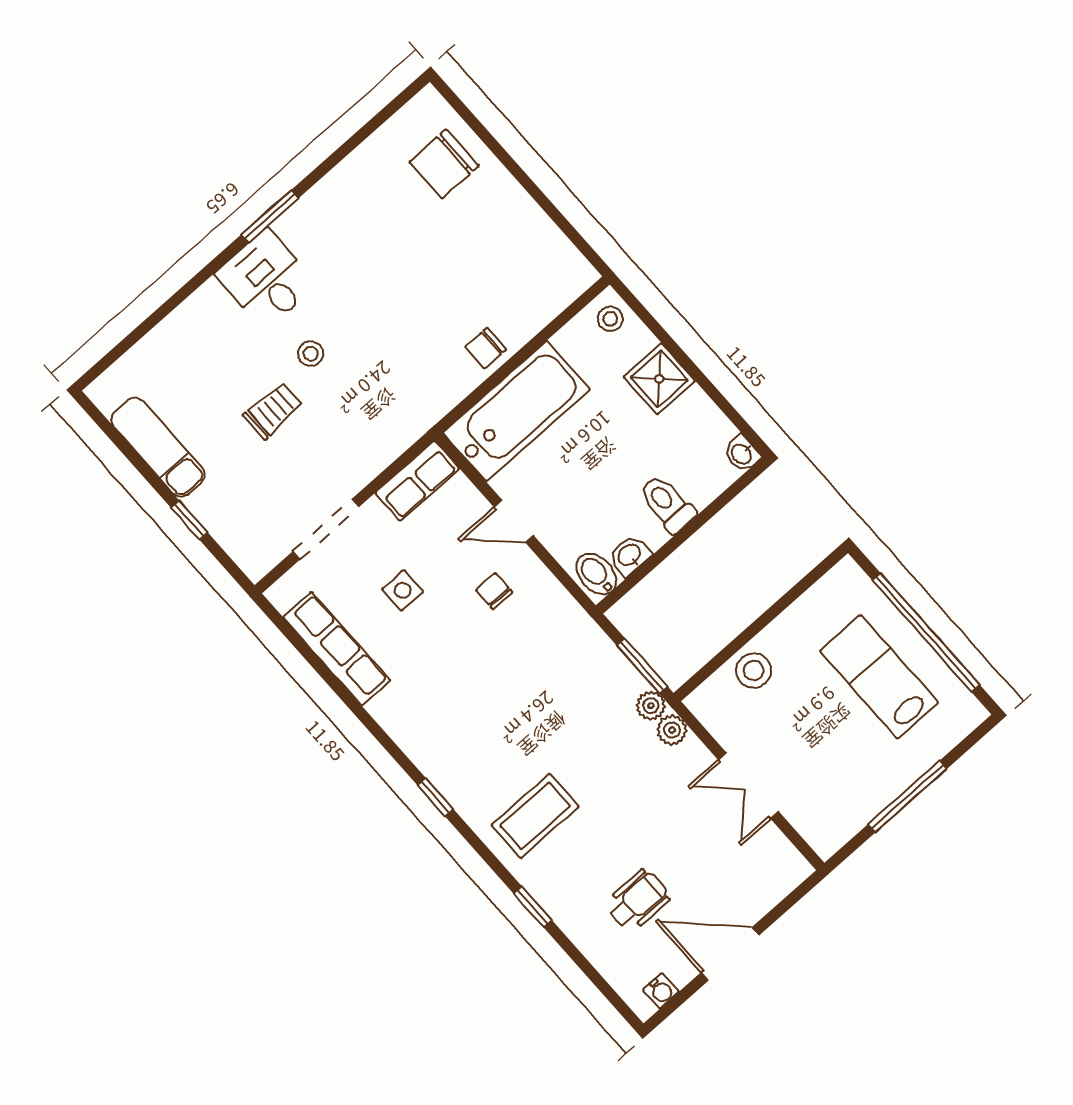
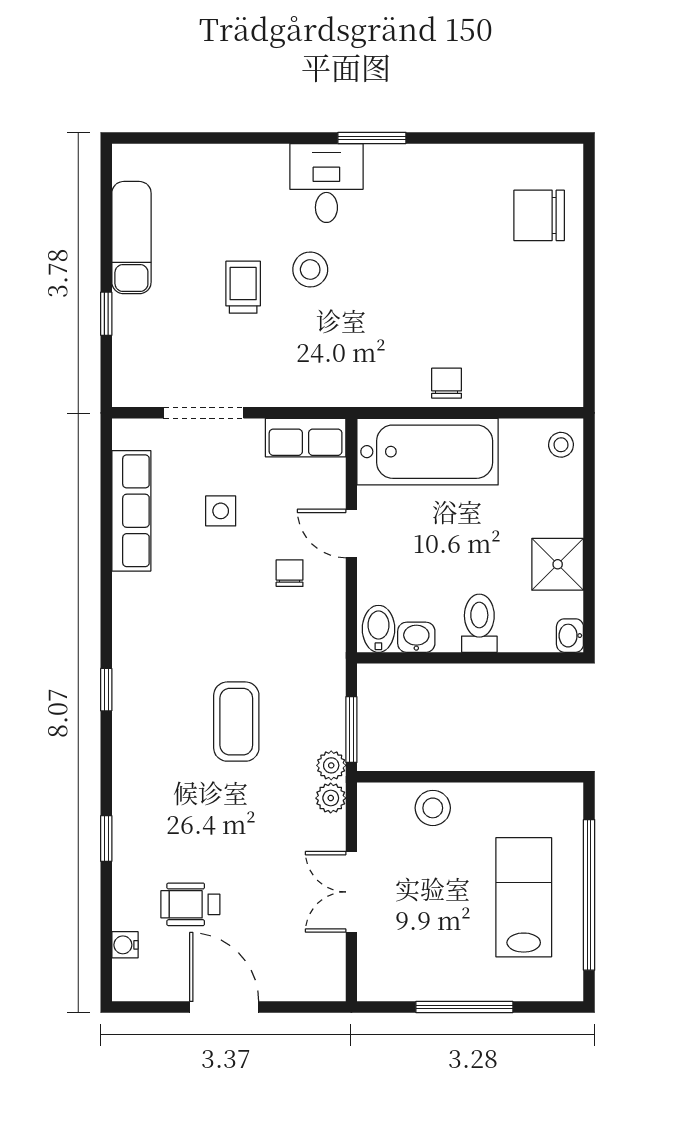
chair: (486, 348) -> (447, 383), turned 90
stool: (311, 354) -> (310, 270), width x1.37, depth x1.37
shower: (659, 379) -> (558, 564), moved
trolley: (273, 411) -> (243, 287), turned -90
coffee table: (535, 816) -> (236, 722), moved, turned 90
wheelchair: (638, 900) -> (190, 904), turned 180
water cooler: (661, 991) -> (125, 945), moved, turned 90

